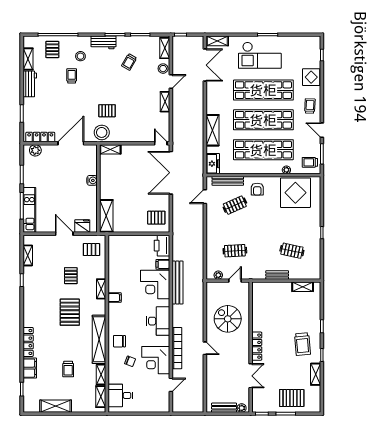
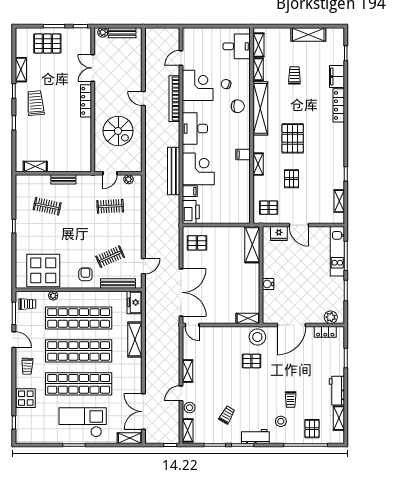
locker: (40, 137) -> (325, 332), width x0.66

